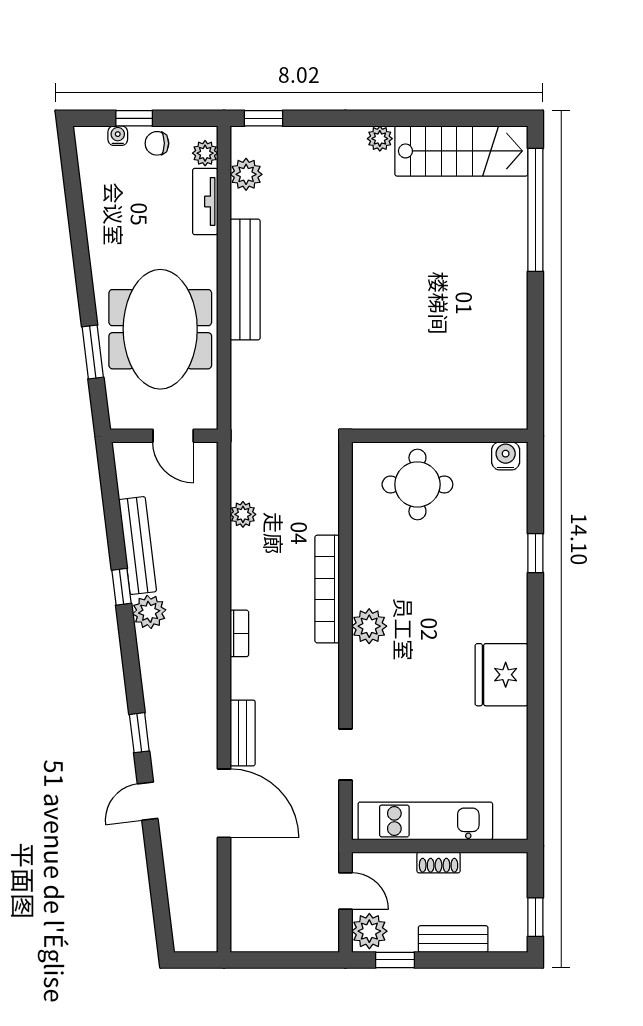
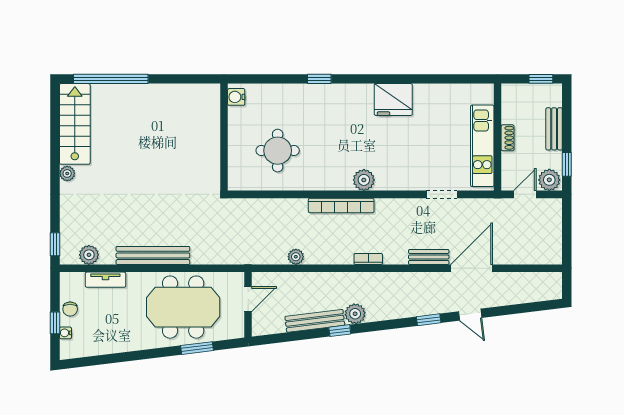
plant: (205, 153) -> (76, 280), removed
wall: (440, 436) -> (224, 137), moved
water cooler: (506, 456) -> (236, 97), moved

